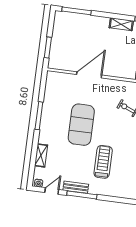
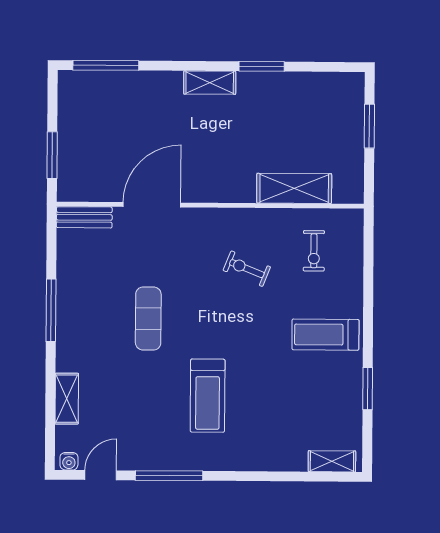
exercise mat: (81, 125) -> (148, 319), width x0.50, depth x0.69
treadmill: (103, 162) -> (208, 396), turned 180
bench: (76, 187) -> (84, 217), moved

